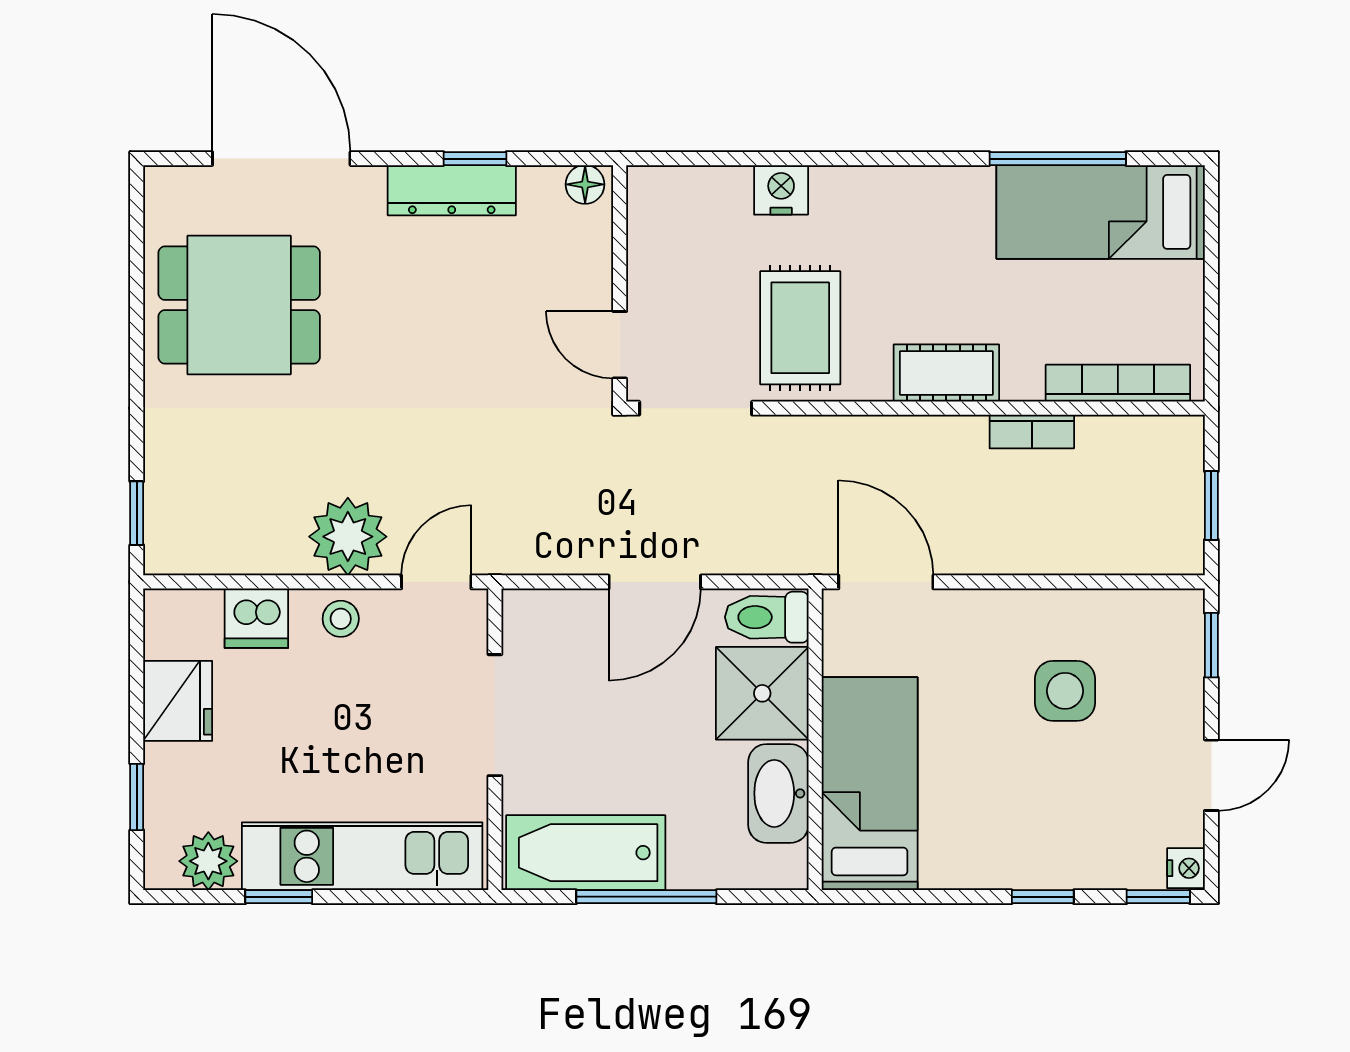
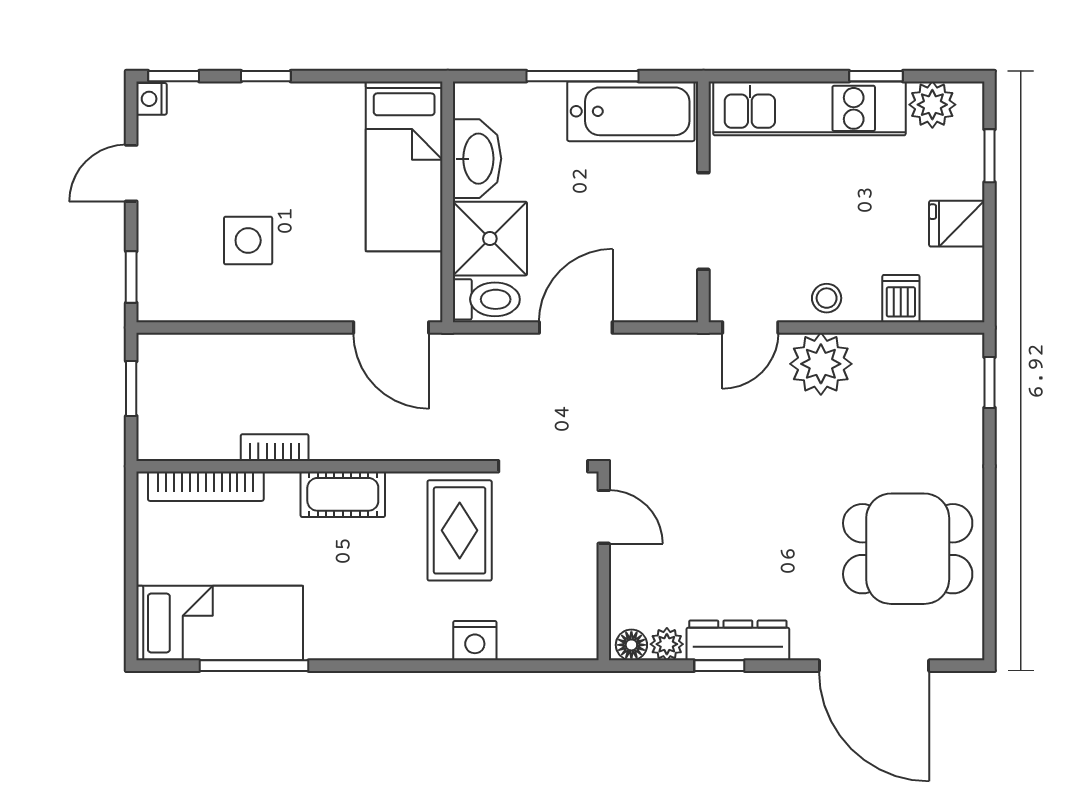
plant: (541, 186) -> (667, 644), added
dishwasher: (256, 618) -> (901, 299), width x0.73
fridge: (178, 701) -> (957, 224), width x0.72

